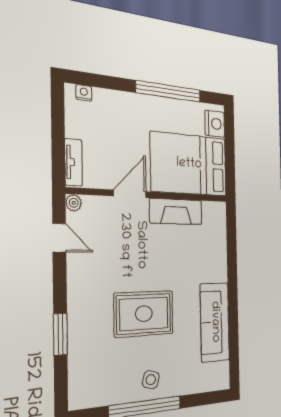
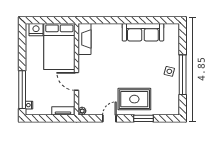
window: (169, 91) -> (22, 90), moved
fireplace: (176, 212) -> (84, 39), moved
door: (59, 238) -> (109, 118), moved
rug: (144, 314) -> (134, 99), moved, turned 90

